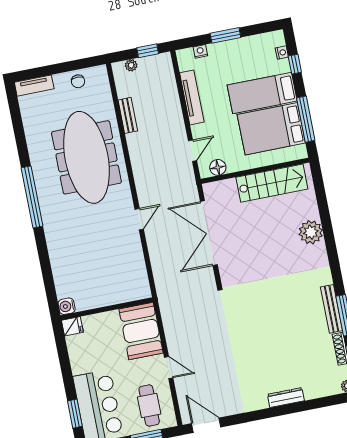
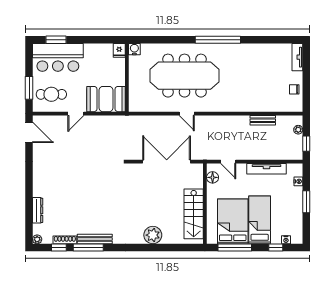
meeting table: (86, 157) -> (184, 76), moved
dresser: (286, 397) -> (38, 210), moved
door: (206, 425) -> (29, 132), hinge flipped

